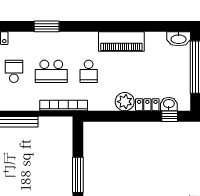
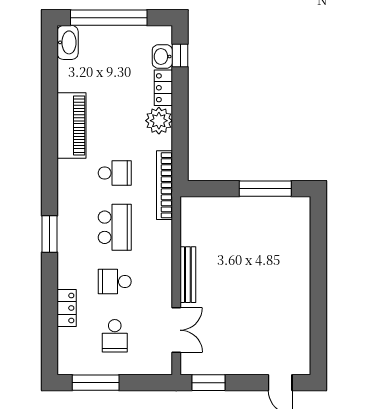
bookcase: (64, 106) -> (165, 185), moved

